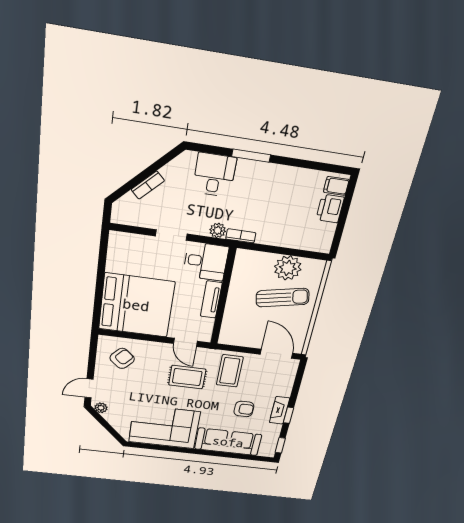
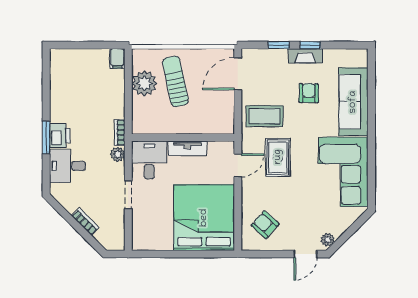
filing cabinet: (336, 186) -> (117, 58), moved
printer: (330, 209) -> (60, 136), moved, turned -90
door: (89, 388) -> (305, 254), hinge flipped
window: (280, 445) -> (279, 45), moved

